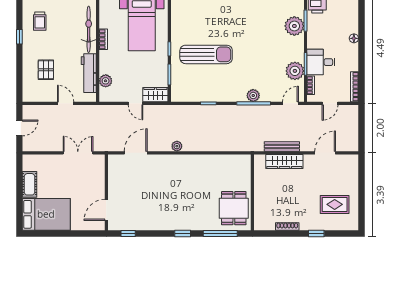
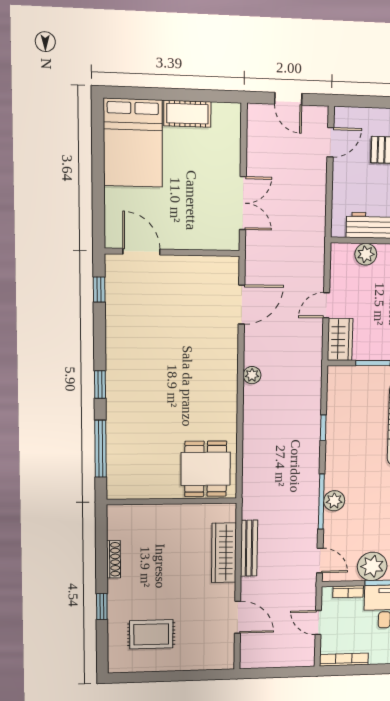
door: (66, 103) -> (330, 142), moved
door: (136, 153) -> (242, 305), hinge flipped
rug: (335, 204) -> (151, 634), turned 90
dining table: (234, 208) -> (206, 469), moved, turned 90

